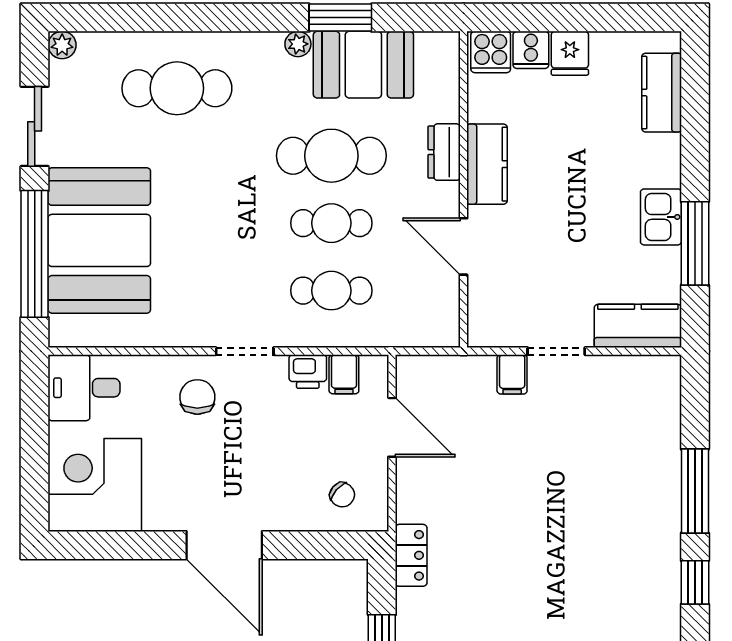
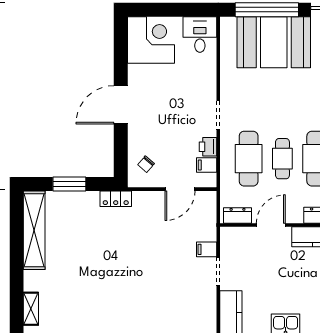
cafe table: (331, 291) -> (249, 159), width x1.37, depth x1.35
dresser: (445, 313) -> (238, 215), added
chair: (197, 397) -> (195, 91), removed

